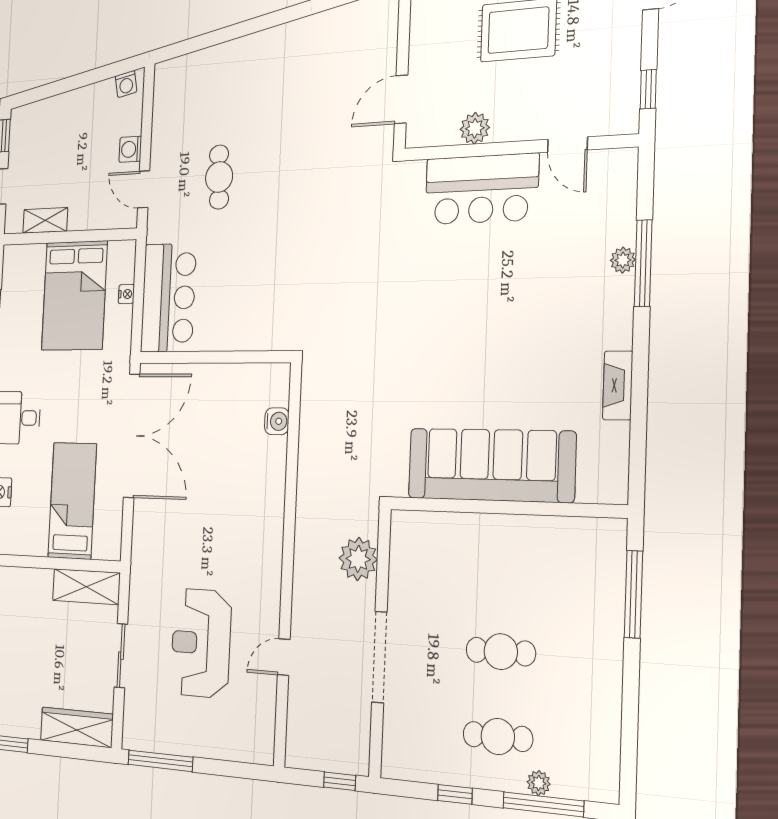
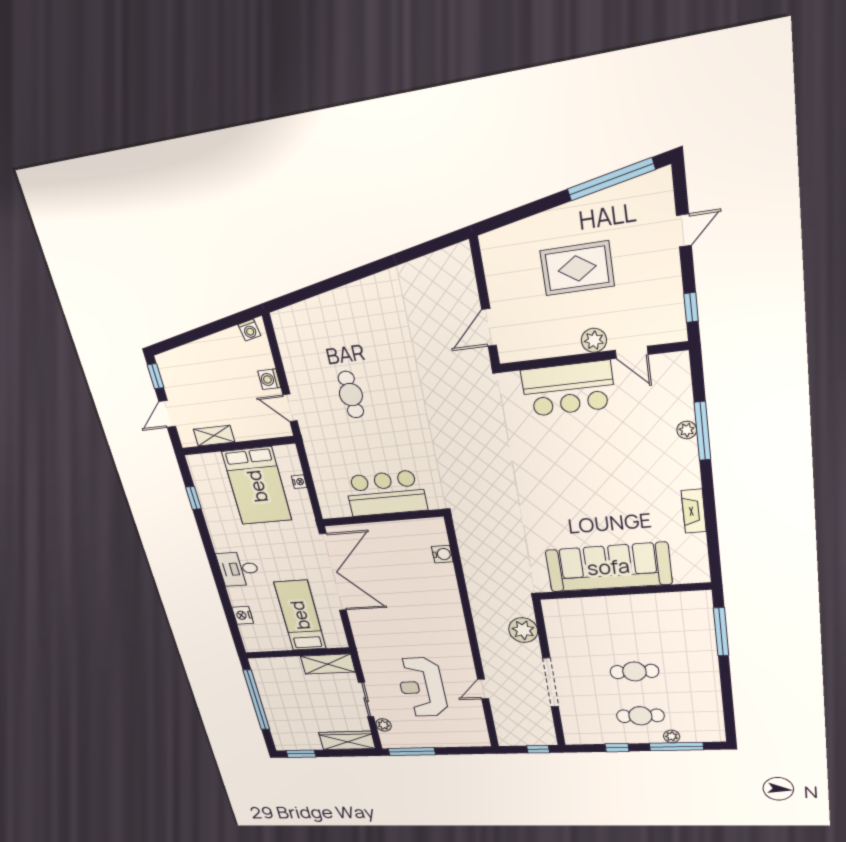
plant: (475, 128) -> (594, 340), moved
bar counter: (168, 298) -> (386, 493), moved, turned -90
plant: (133, 705) -> (384, 725), added

